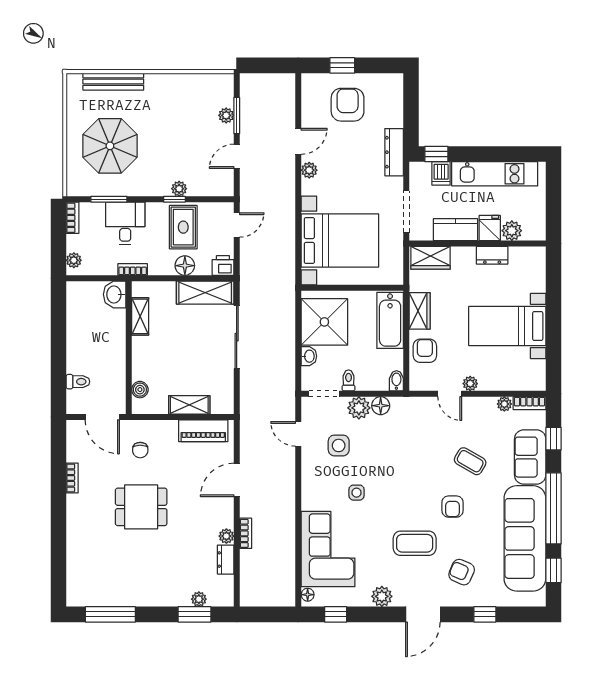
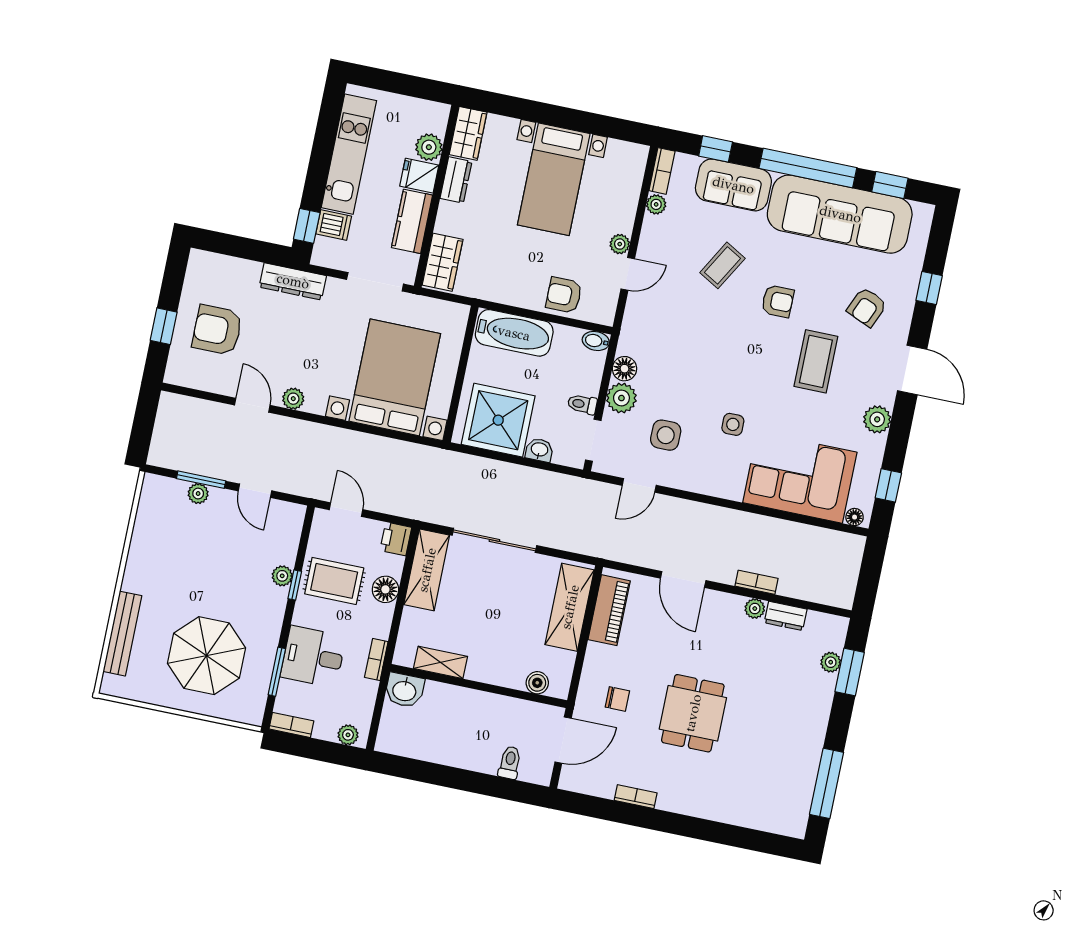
wardrobe: (420, 311) -> (468, 133), moved, turned 90
shelving: (189, 405) -> (570, 607), width x1.50, depth x1.33

